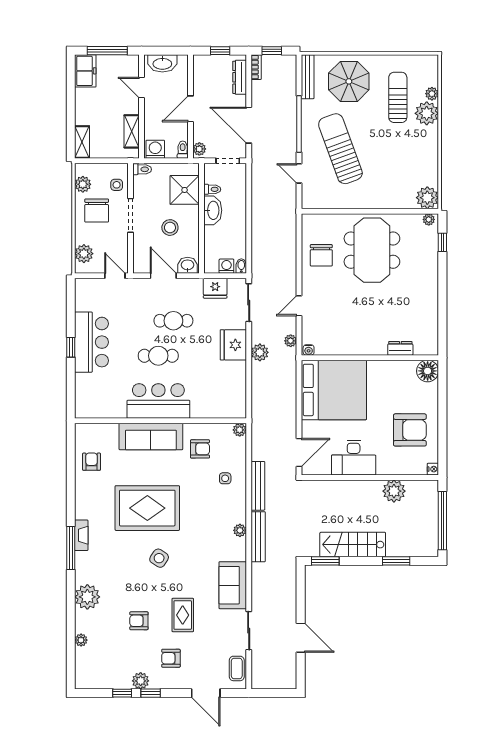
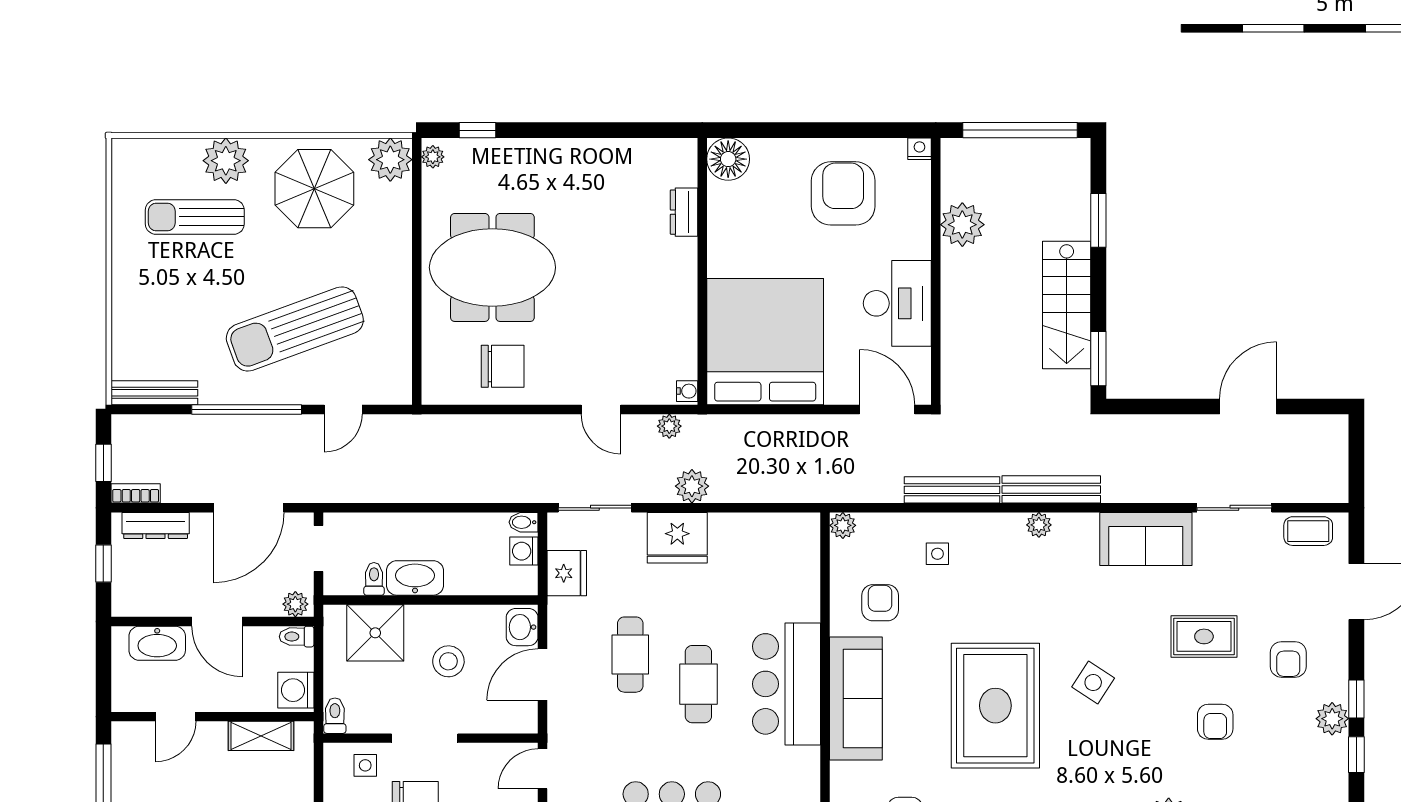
washbasin: (162, 63) -> (157, 643), moved, turned 90
parasol: (349, 81) -> (314, 189), moved
plant: (432, 94) -> (188, 151), removed

